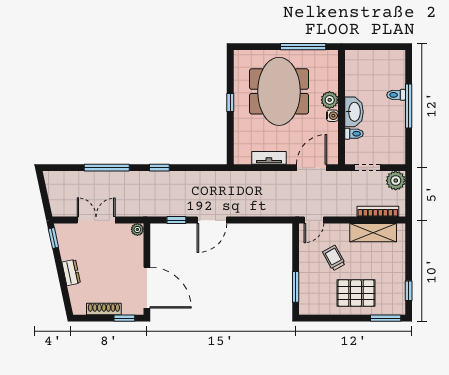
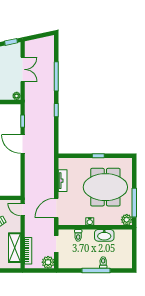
plant: (330, 100) -> (127, 220), moved
washbasin: (354, 112) -> (104, 235), moved
door: (312, 168) -> (56, 208), swing flipped

